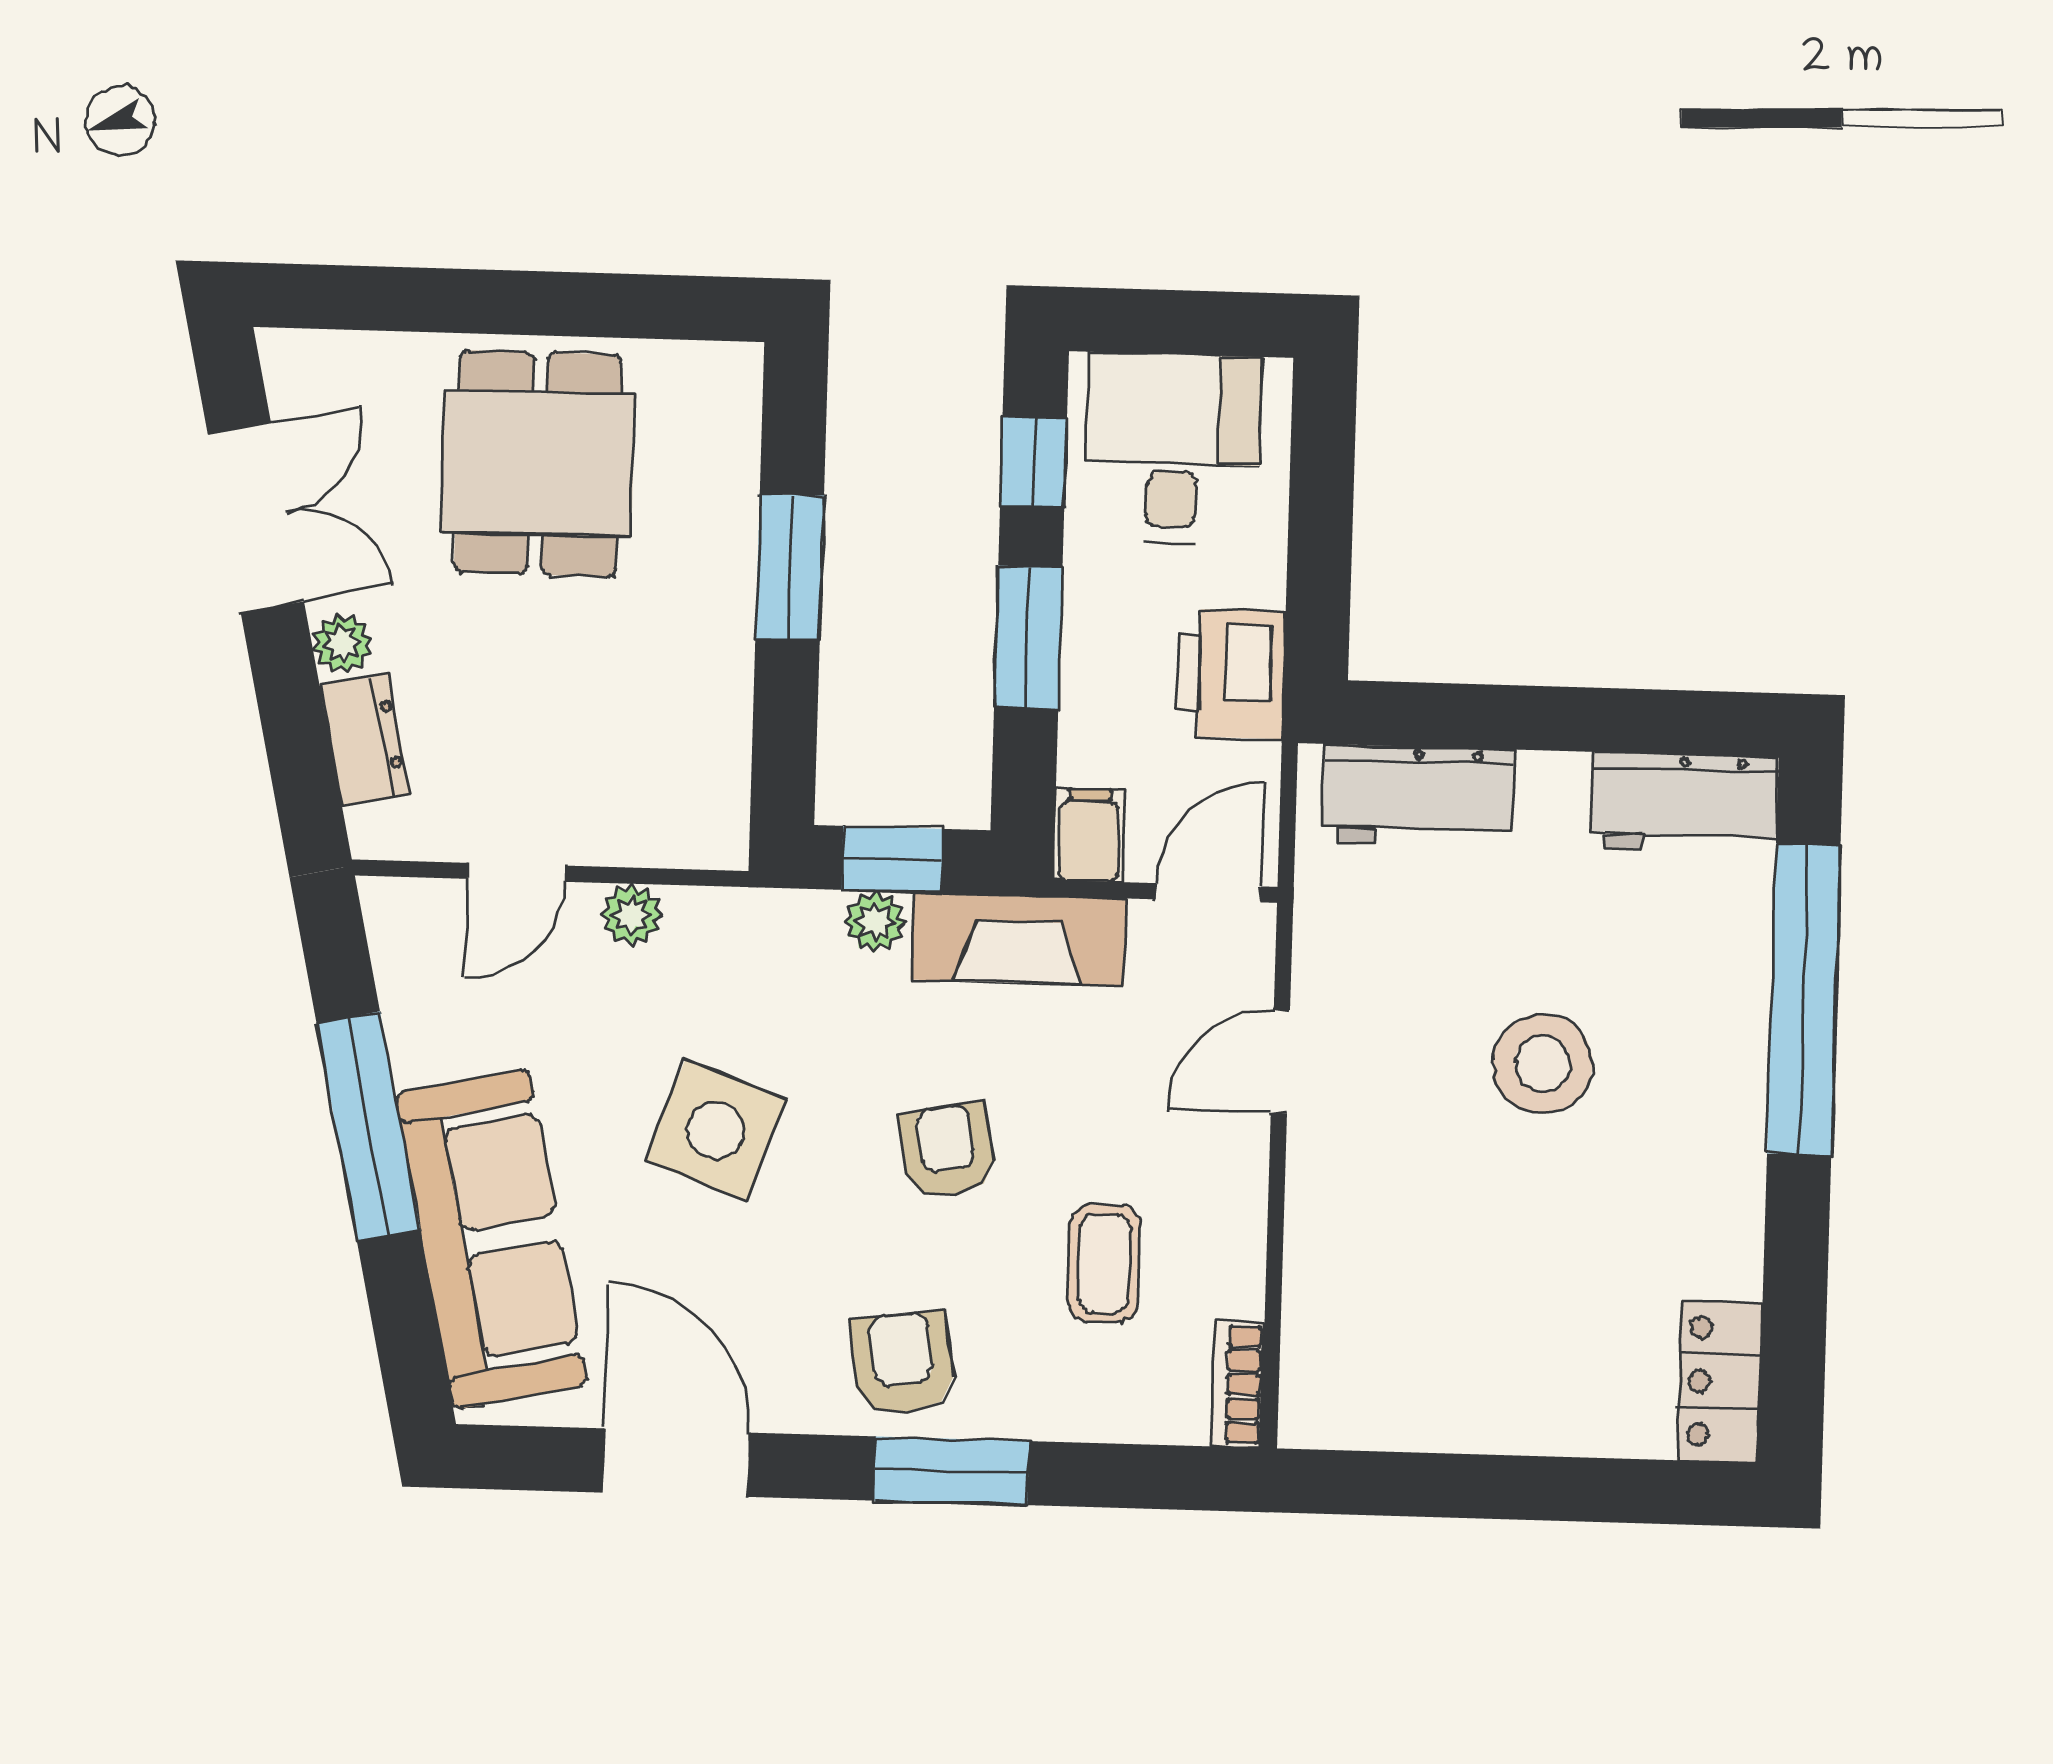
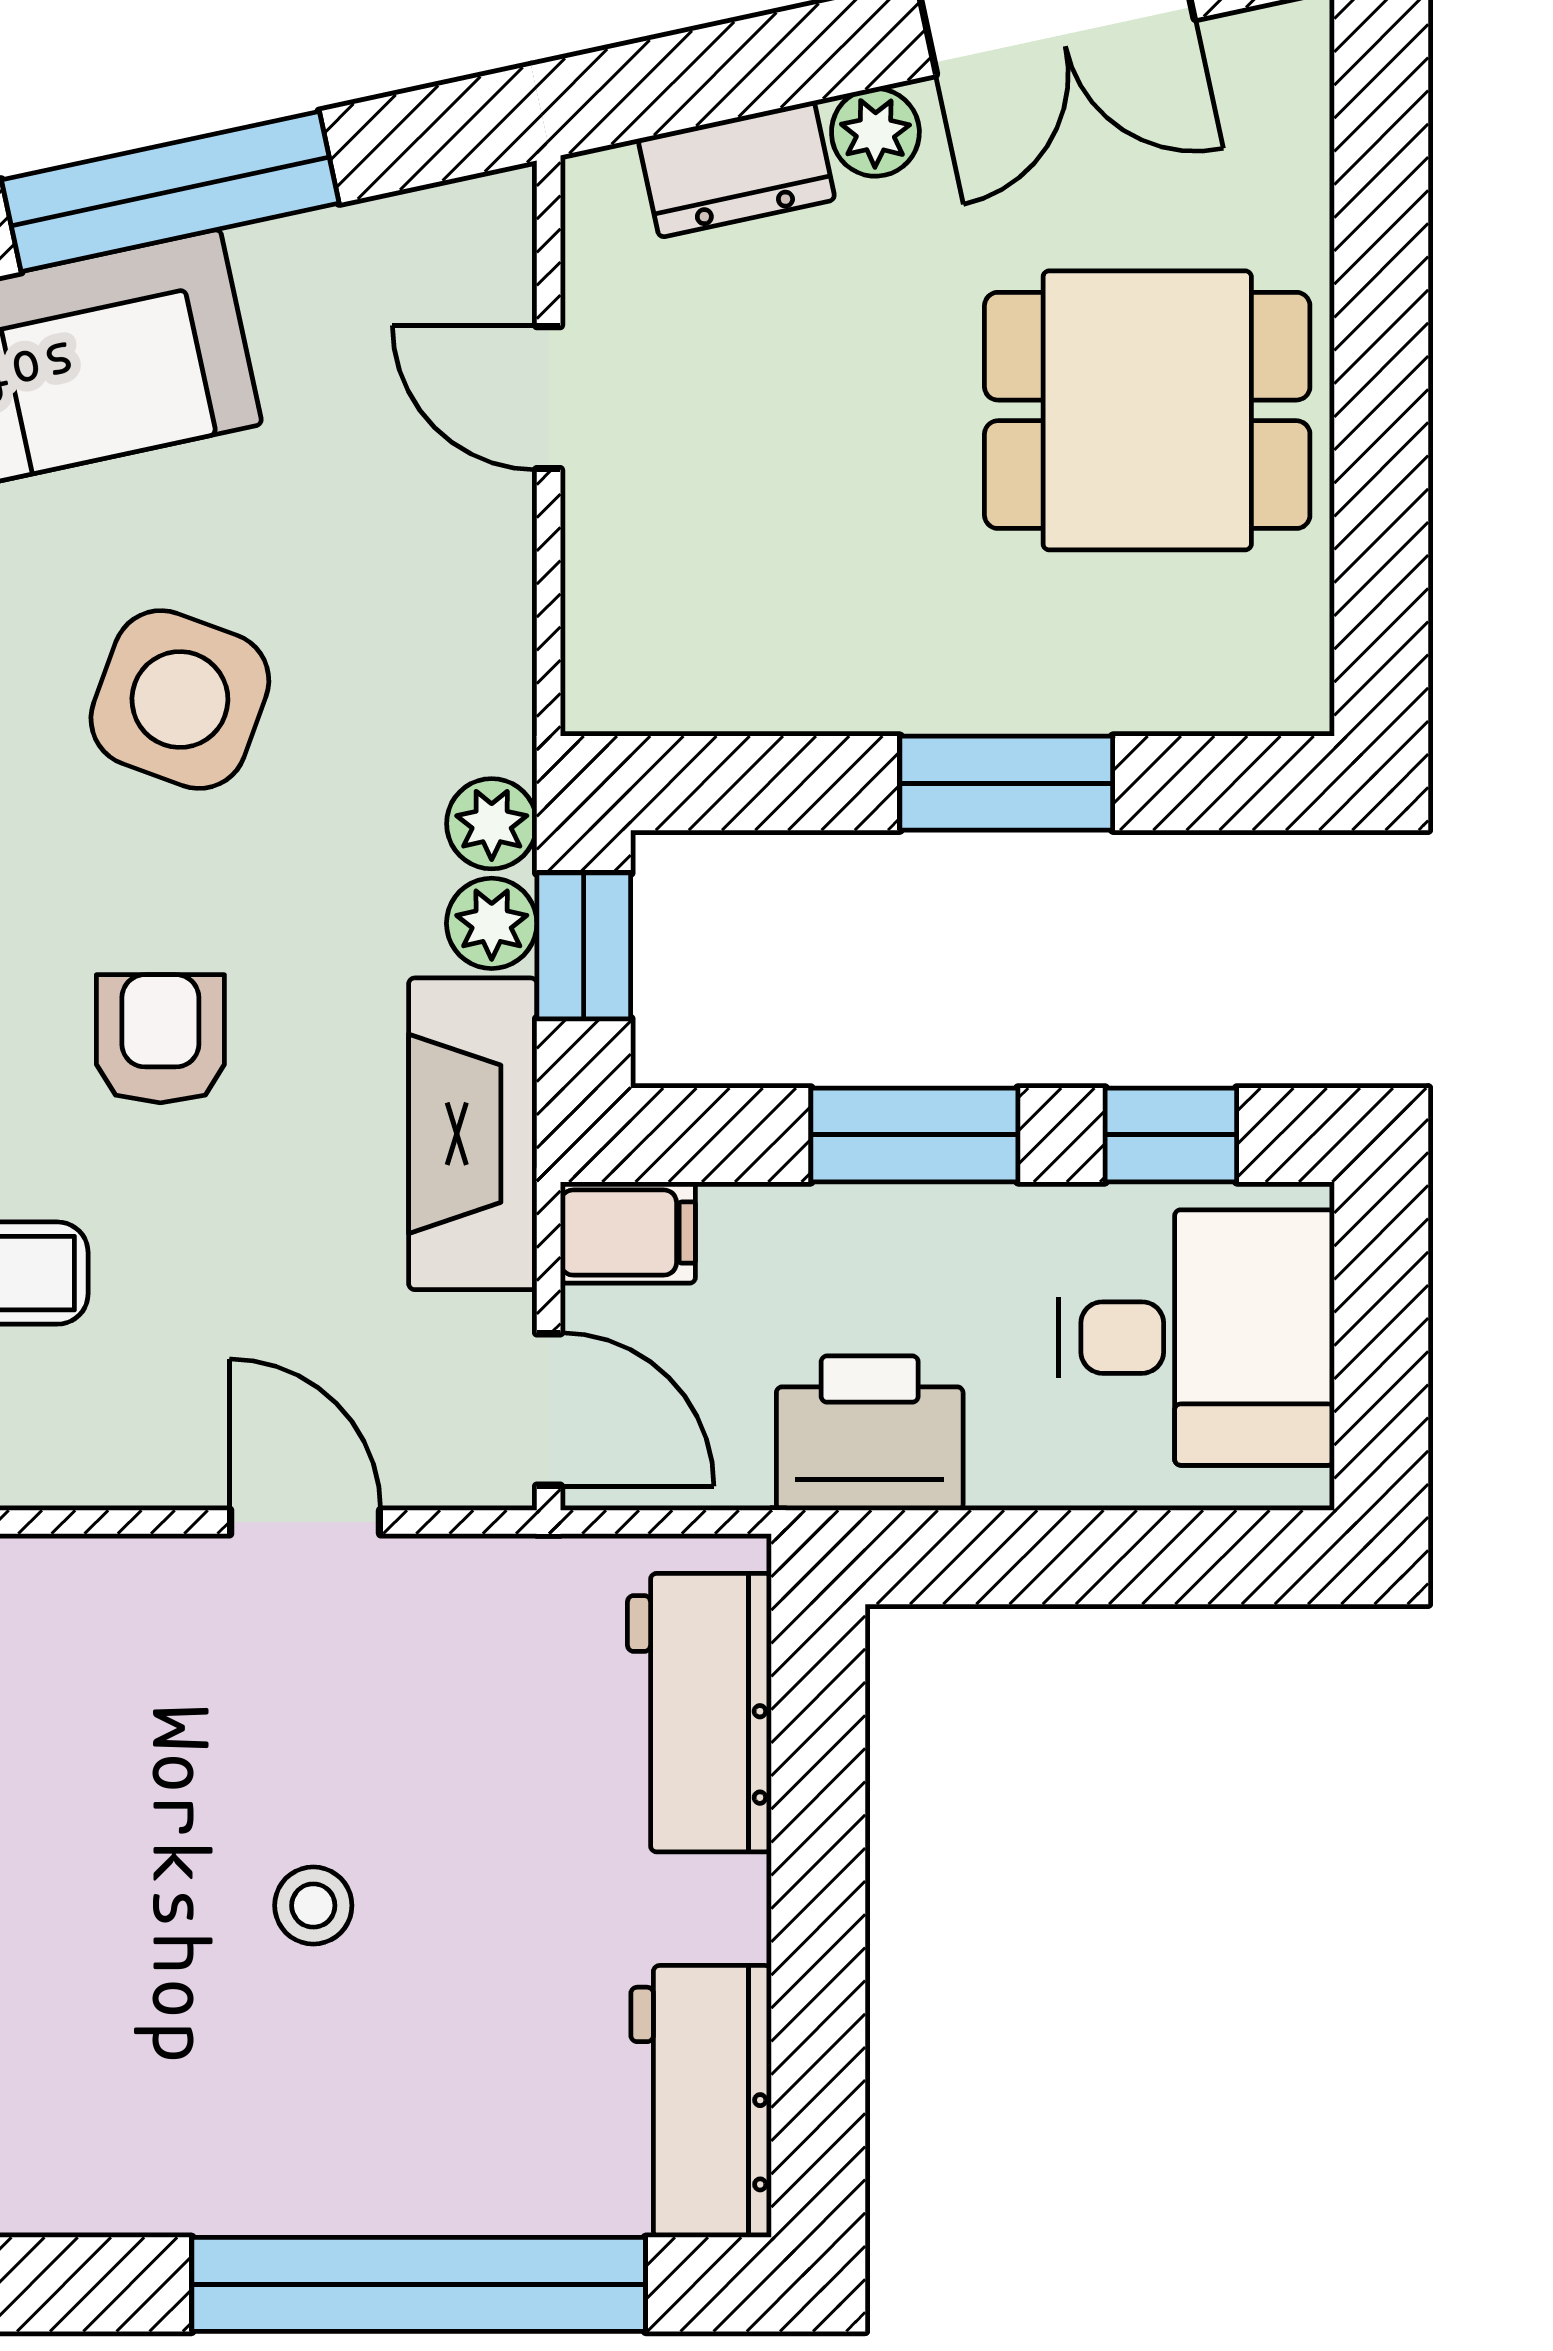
plant: (631, 915) -> (492, 824), moved
stool: (1543, 1064) -> (313, 1906), width x0.53, depth x0.53
armchair: (947, 1151) -> (160, 1039), turned -79

